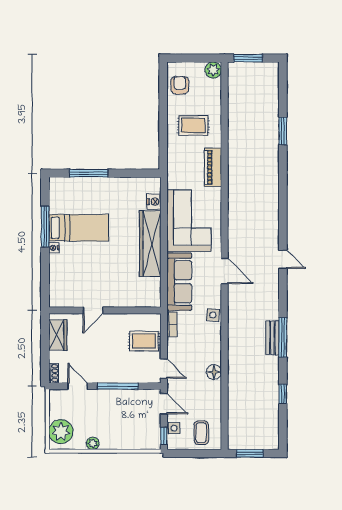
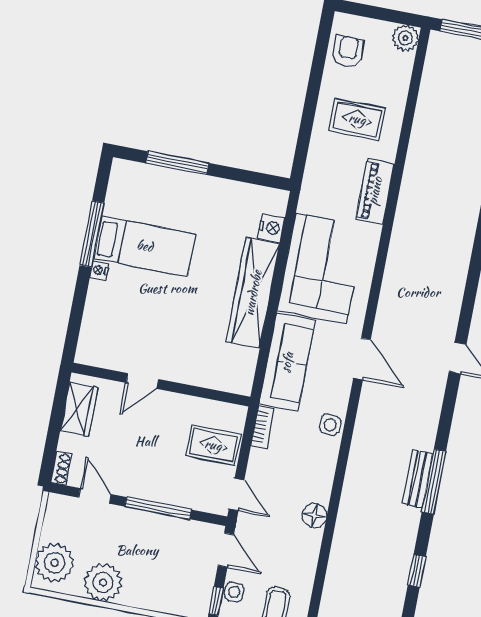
plant: (93, 443) -> (103, 582), width x1.88, depth x1.88

